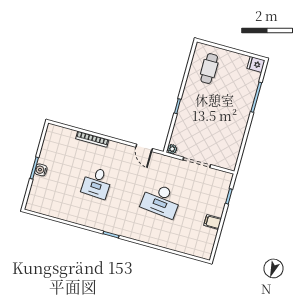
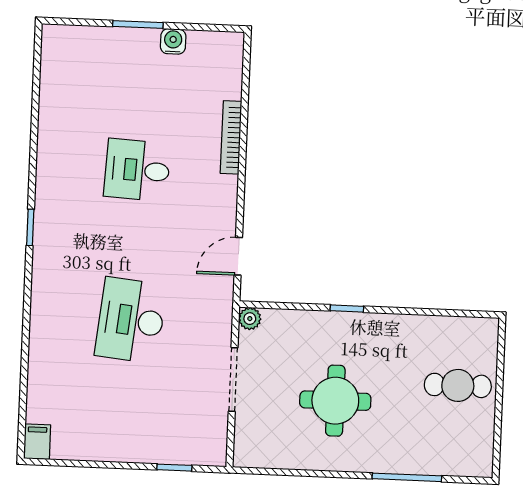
fridge: (256, 64) -> (479, 460), removed
cafe table: (209, 69) -> (458, 385), moved
round table: (216, 120) -> (335, 401), added
water cooler: (41, 170) -> (173, 41), moved
filing cabinet: (213, 222) -> (37, 442), moved

